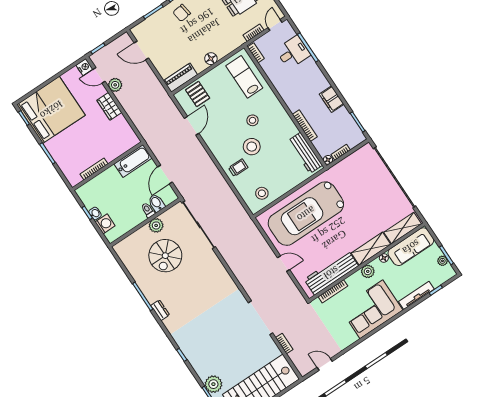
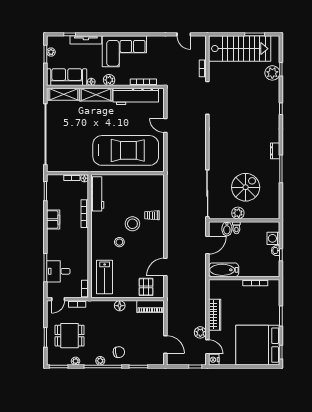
wardrobe: (109, 106) -> (215, 315), width x1.50
stool: (262, 193) -> (147, 186), removed

